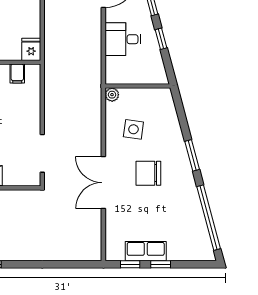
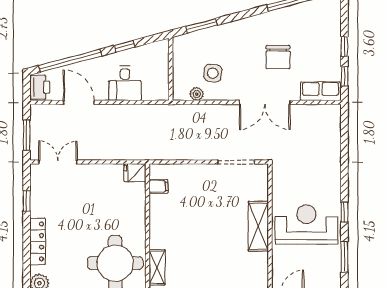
plant: (112, 95) -> (197, 94), moved
window: (192, 155) -> (201, 26), moved
chair: (148, 173) -> (278, 57), moved
row of seats: (146, 251) -> (320, 91), moved, turned 90

